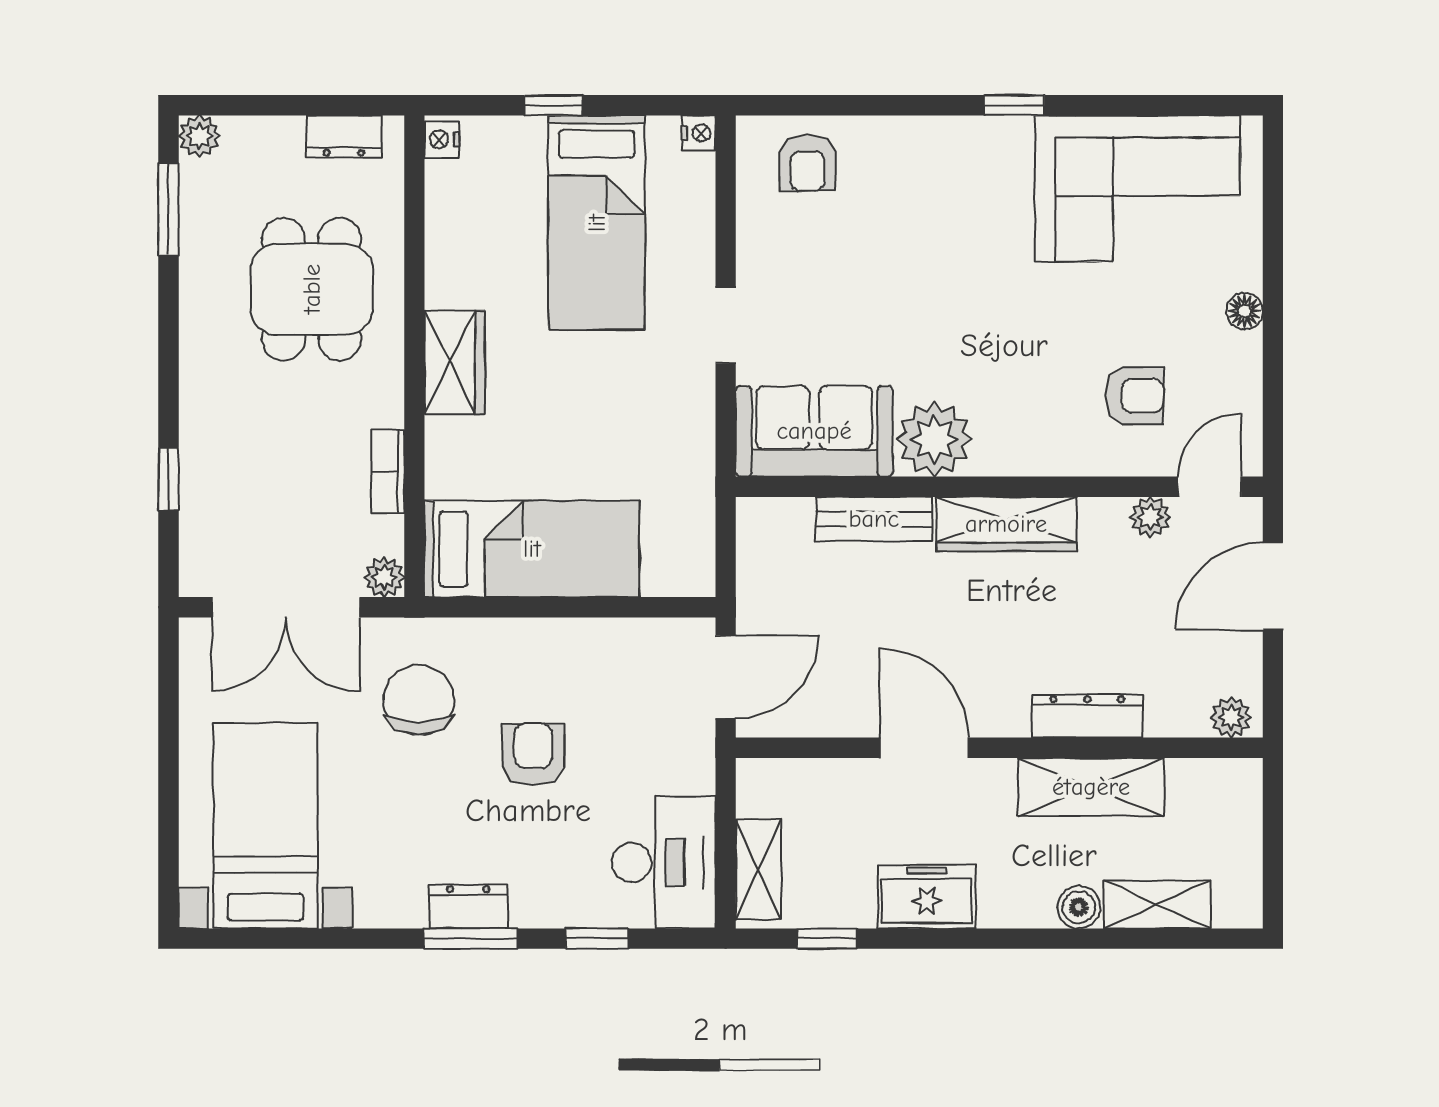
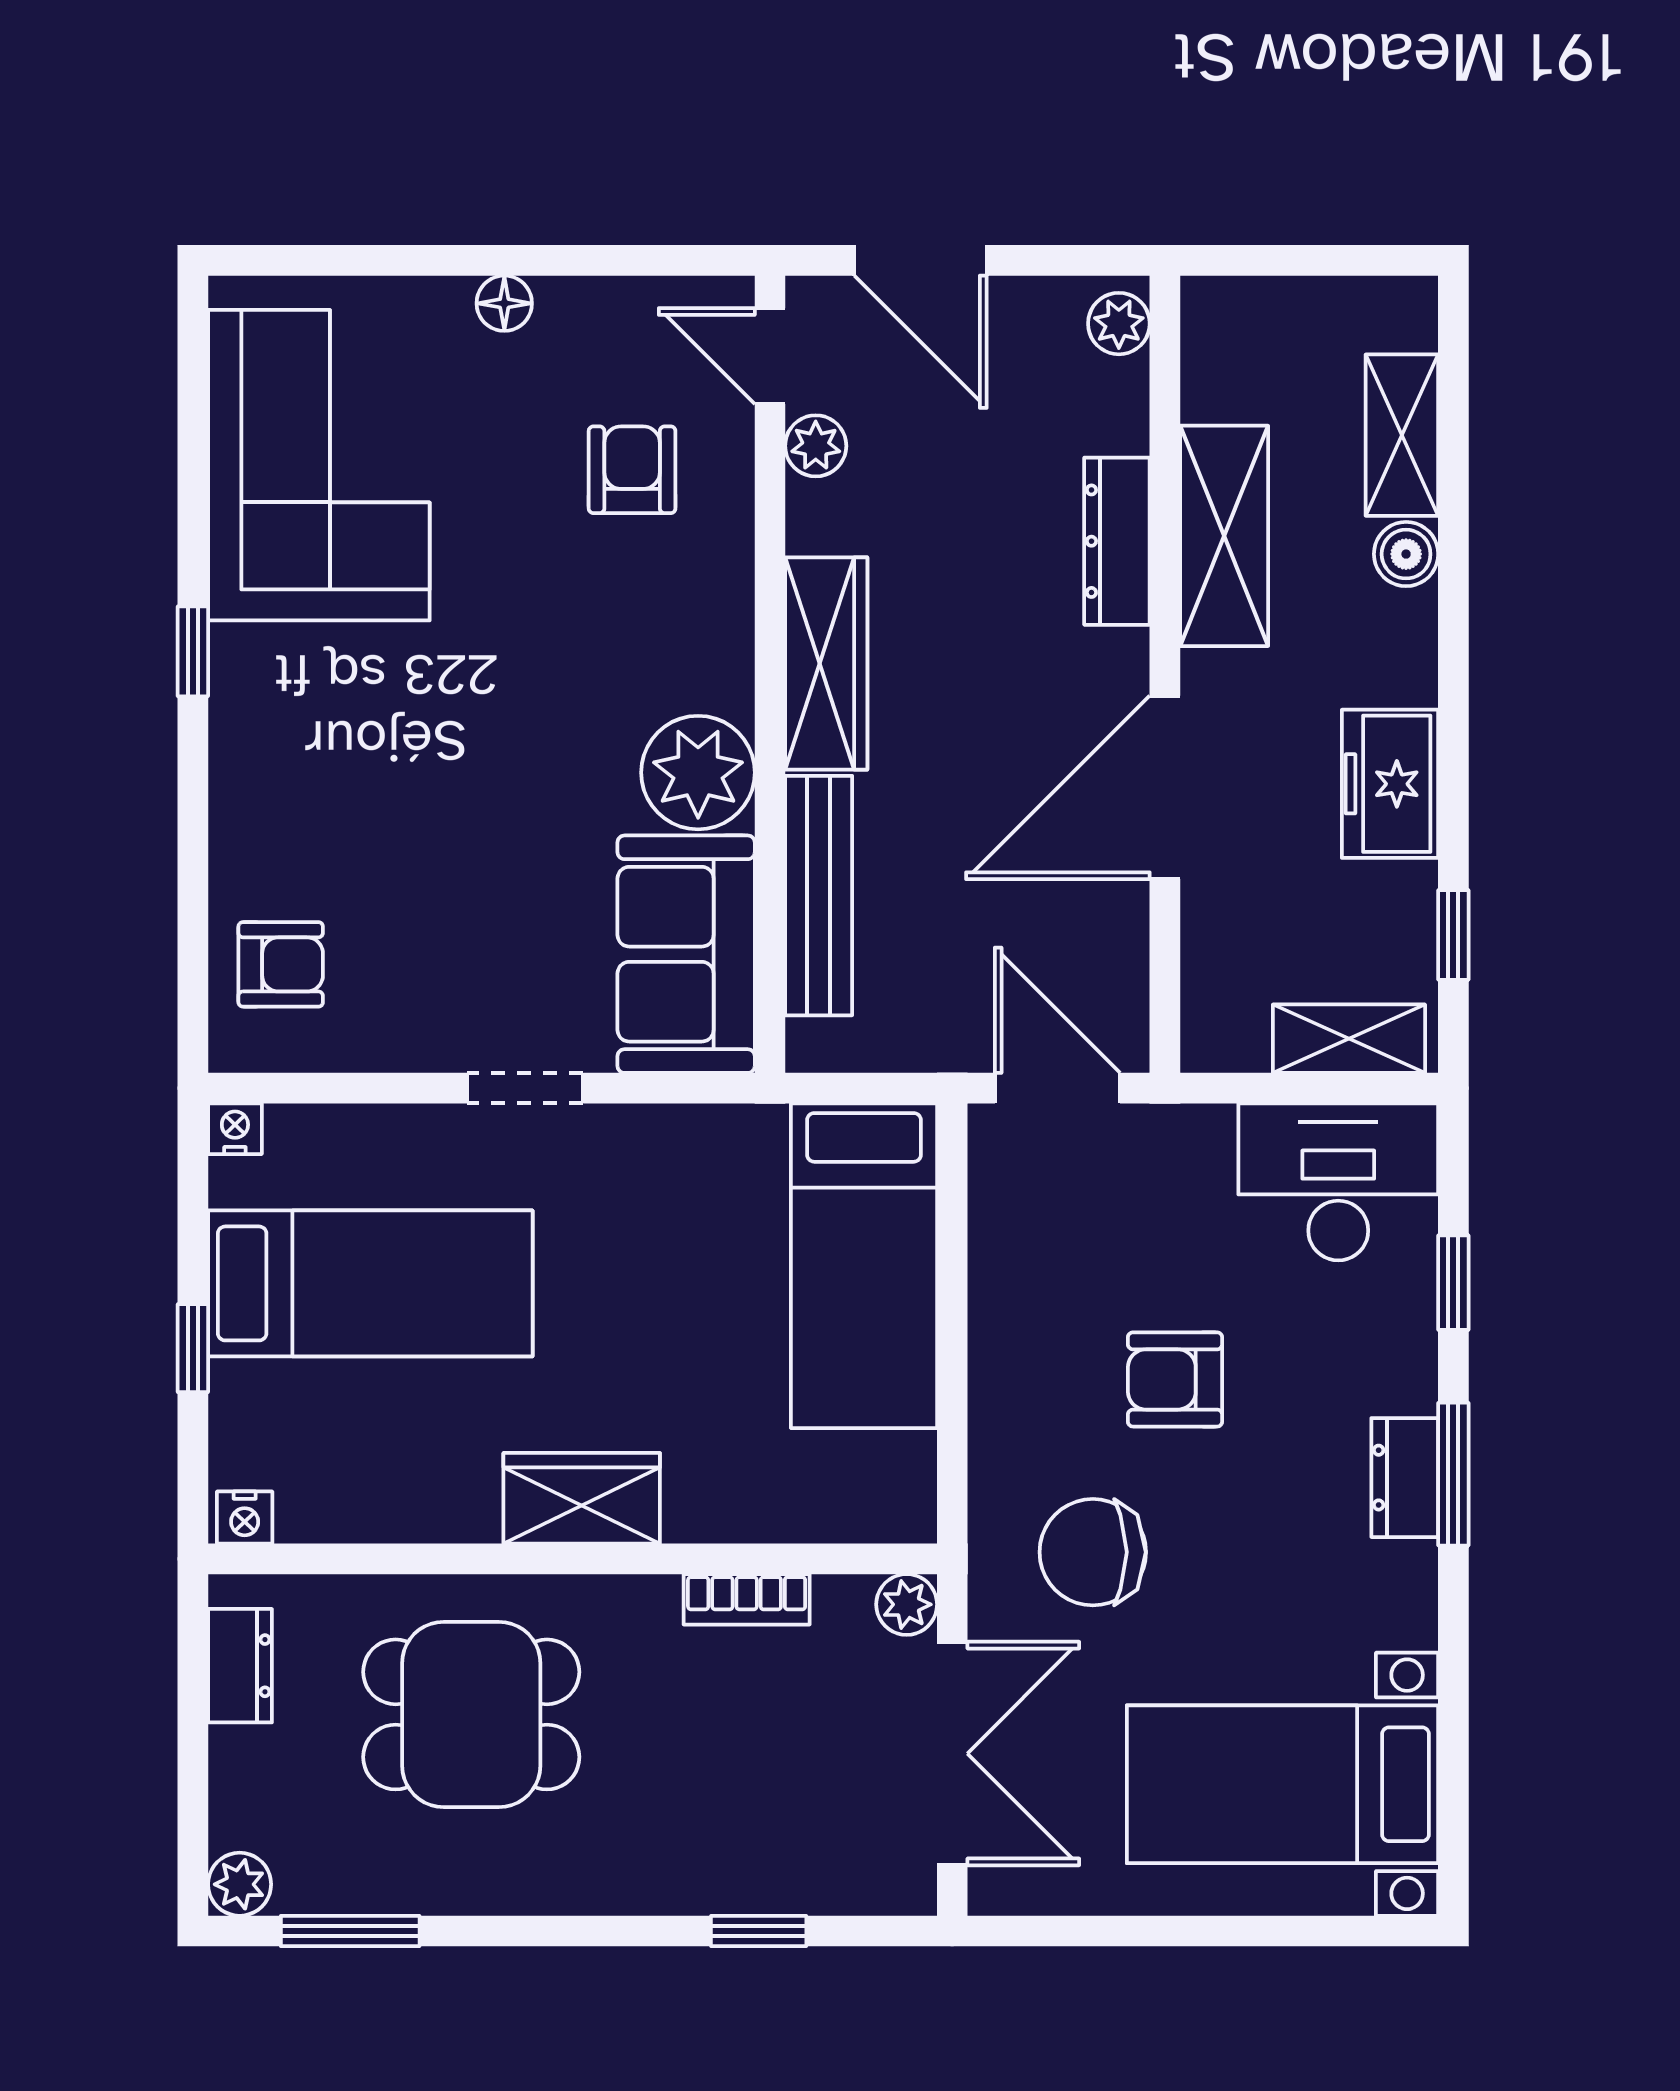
bench: (874, 519) -> (819, 896), width x1.36
bed: (532, 549) -> (864, 1266), moved, turned 180
door: (924, 748) -> (1165, 787), width x1.36

